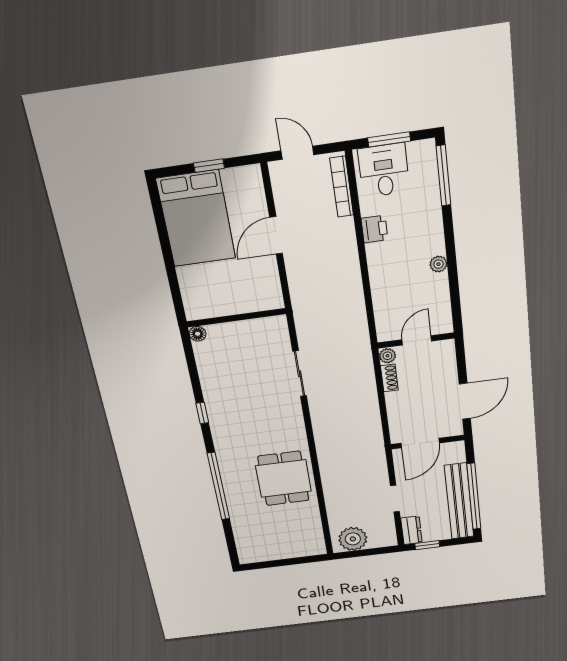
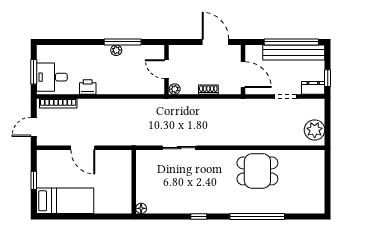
window: (444, 176) -> (123, 42), moved
bed: (196, 219) -> (65, 201), width x0.67
shoe rack: (389, 378) -> (208, 90), moved

